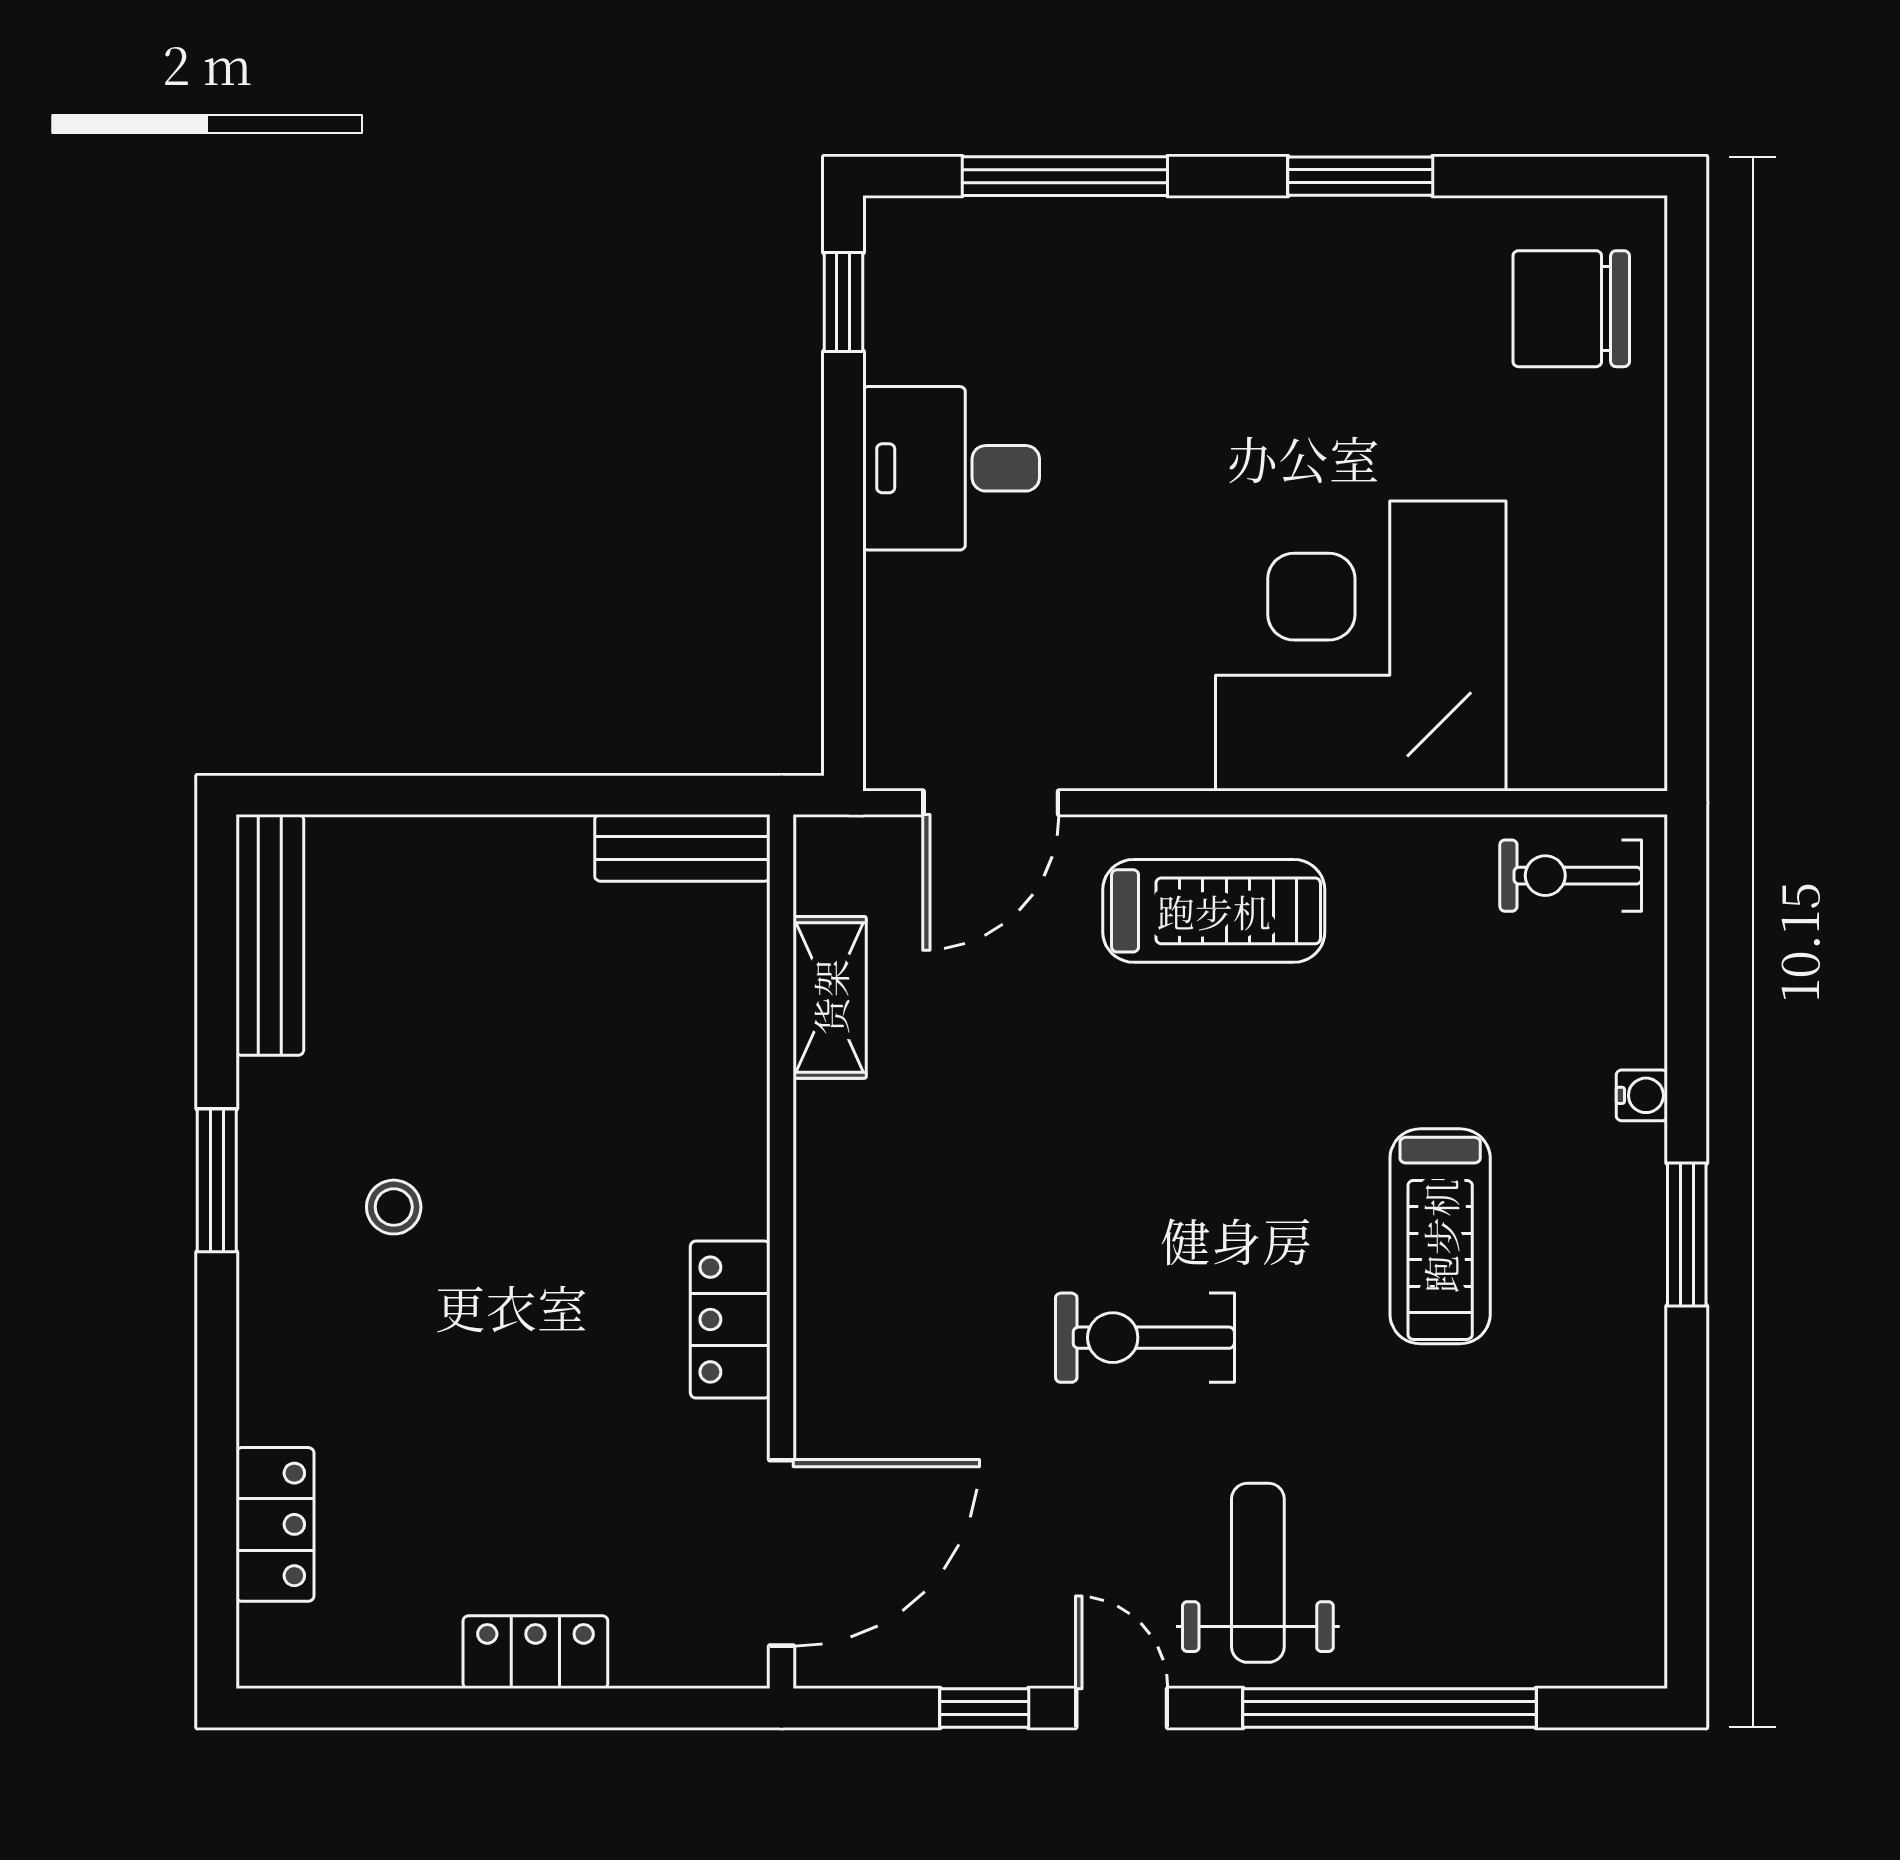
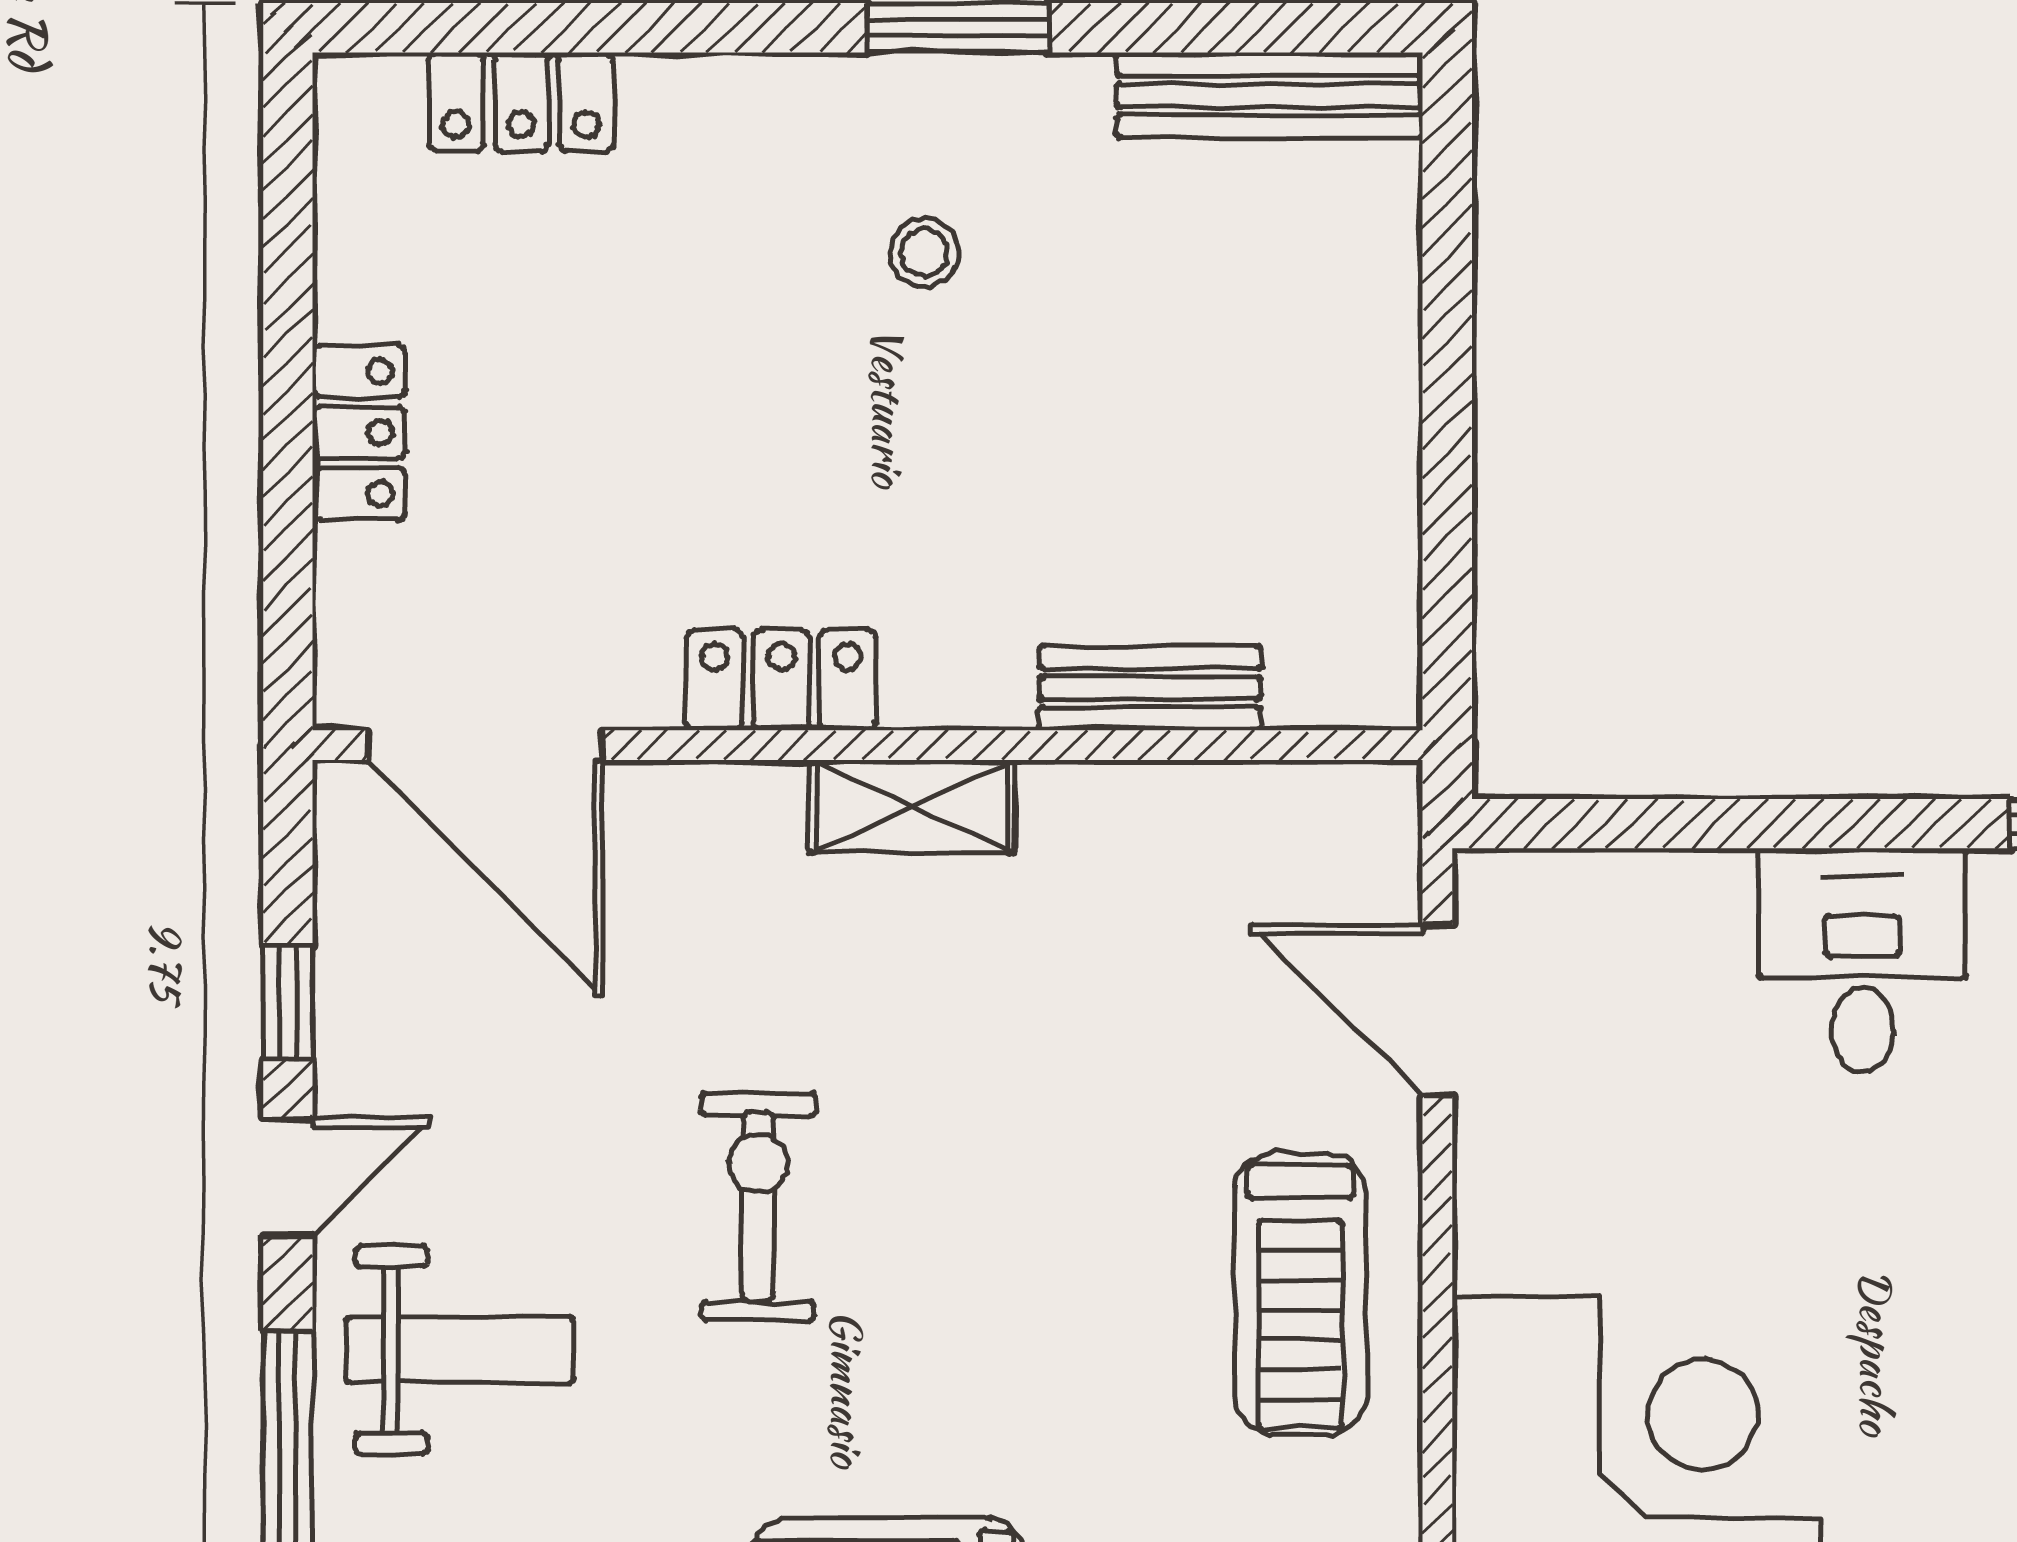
bench: (682, 848) -> (1150, 688), moved, turned 90
shelving: (830, 997) -> (912, 806), moved

